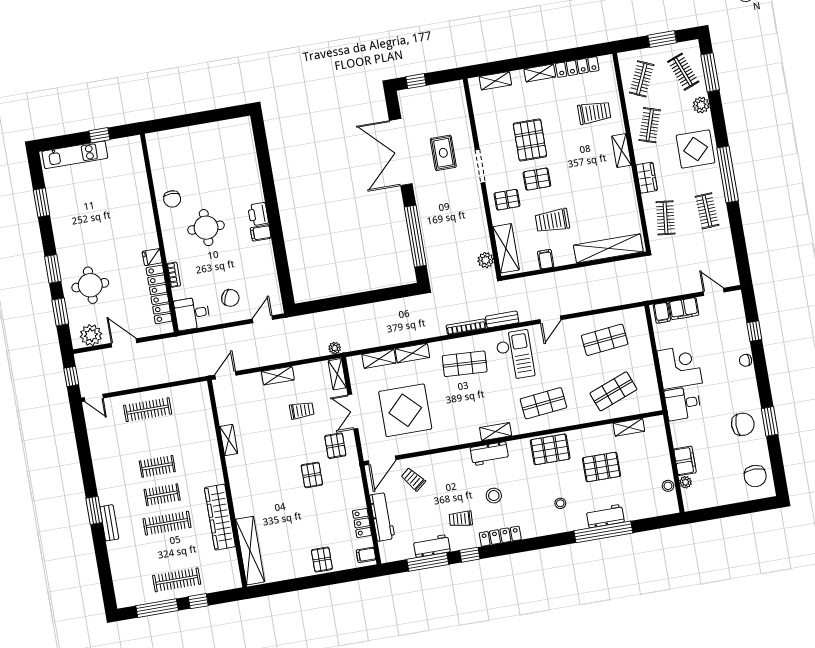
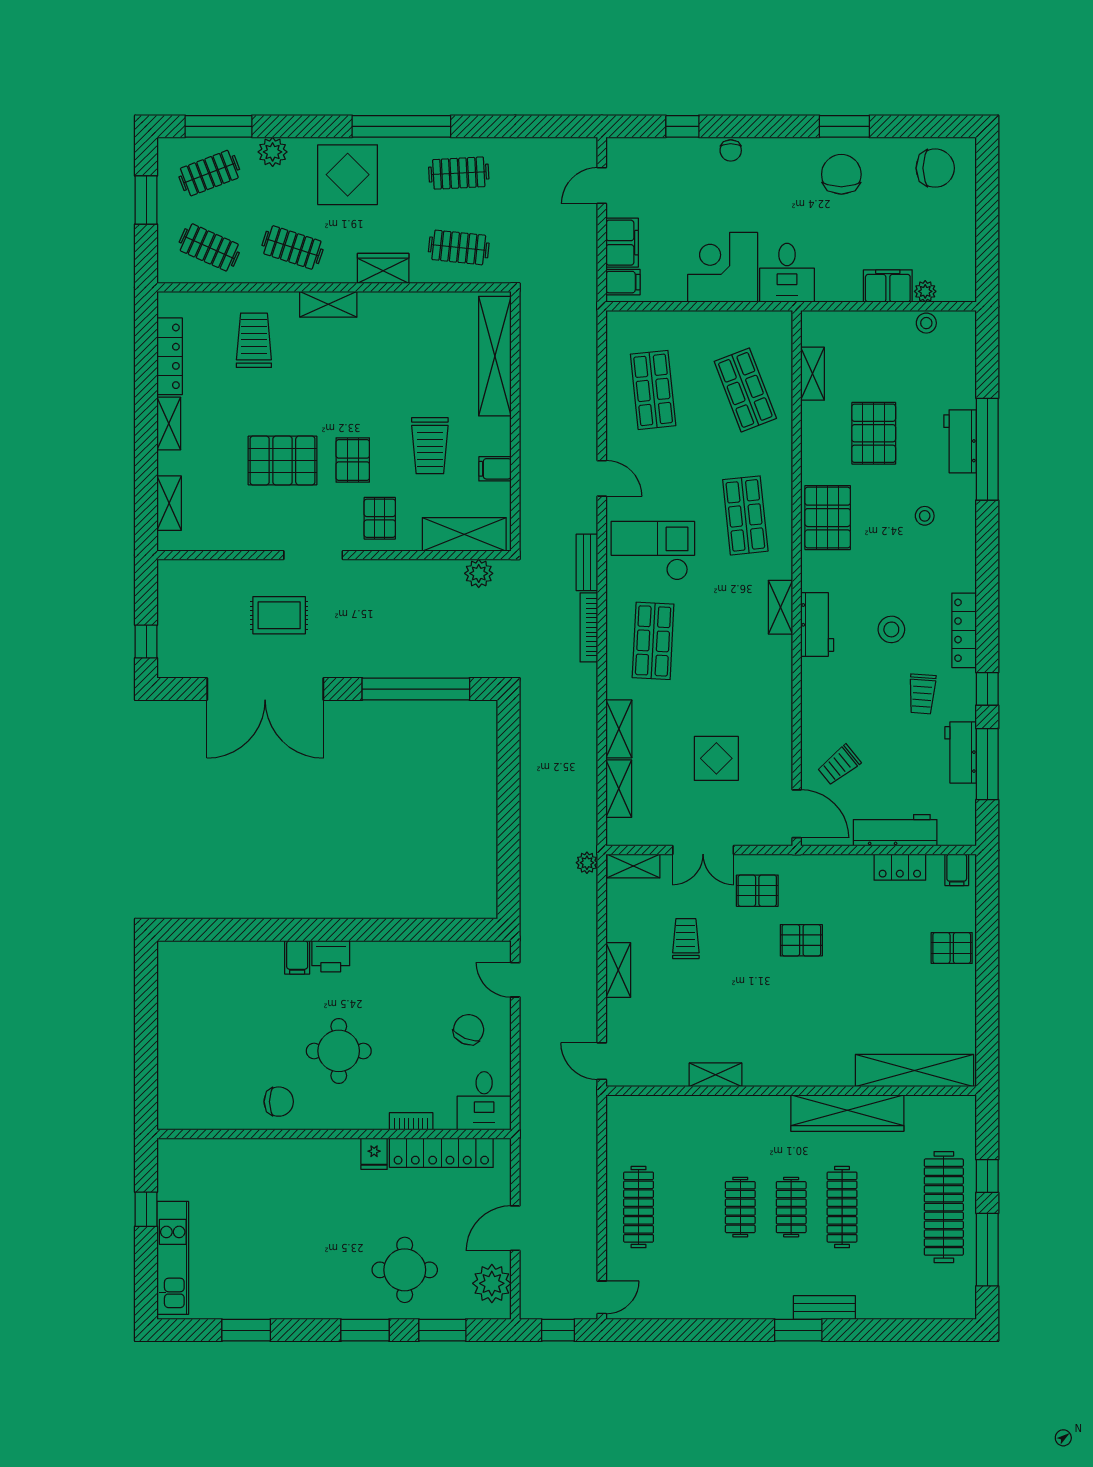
filing cabinet: (261, 233) -> (297, 957), moved
display table: (405, 410) -> (716, 758), width x0.54, depth x0.54
clothes rail: (177, 580) -> (944, 1207), width x1.37, depth x1.31

